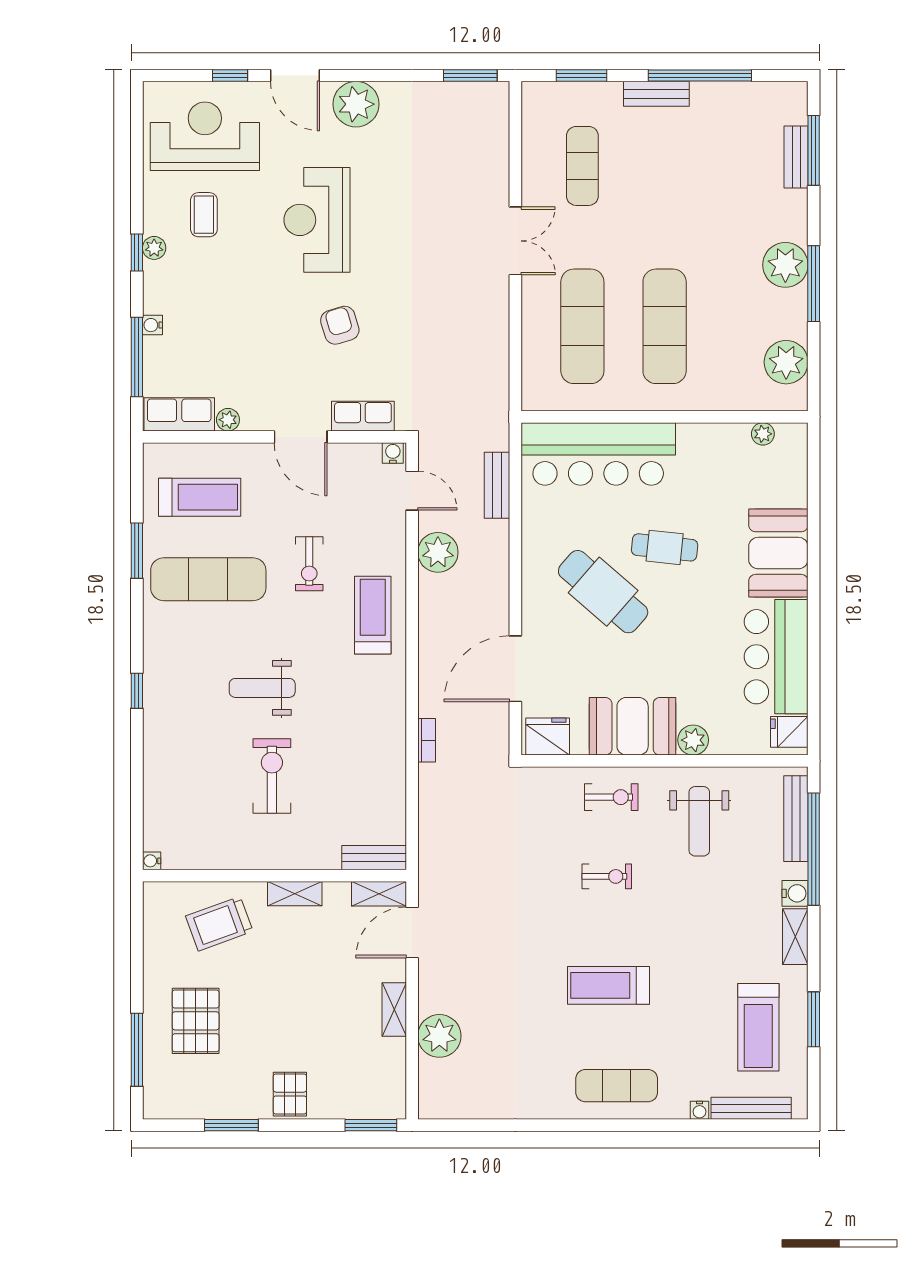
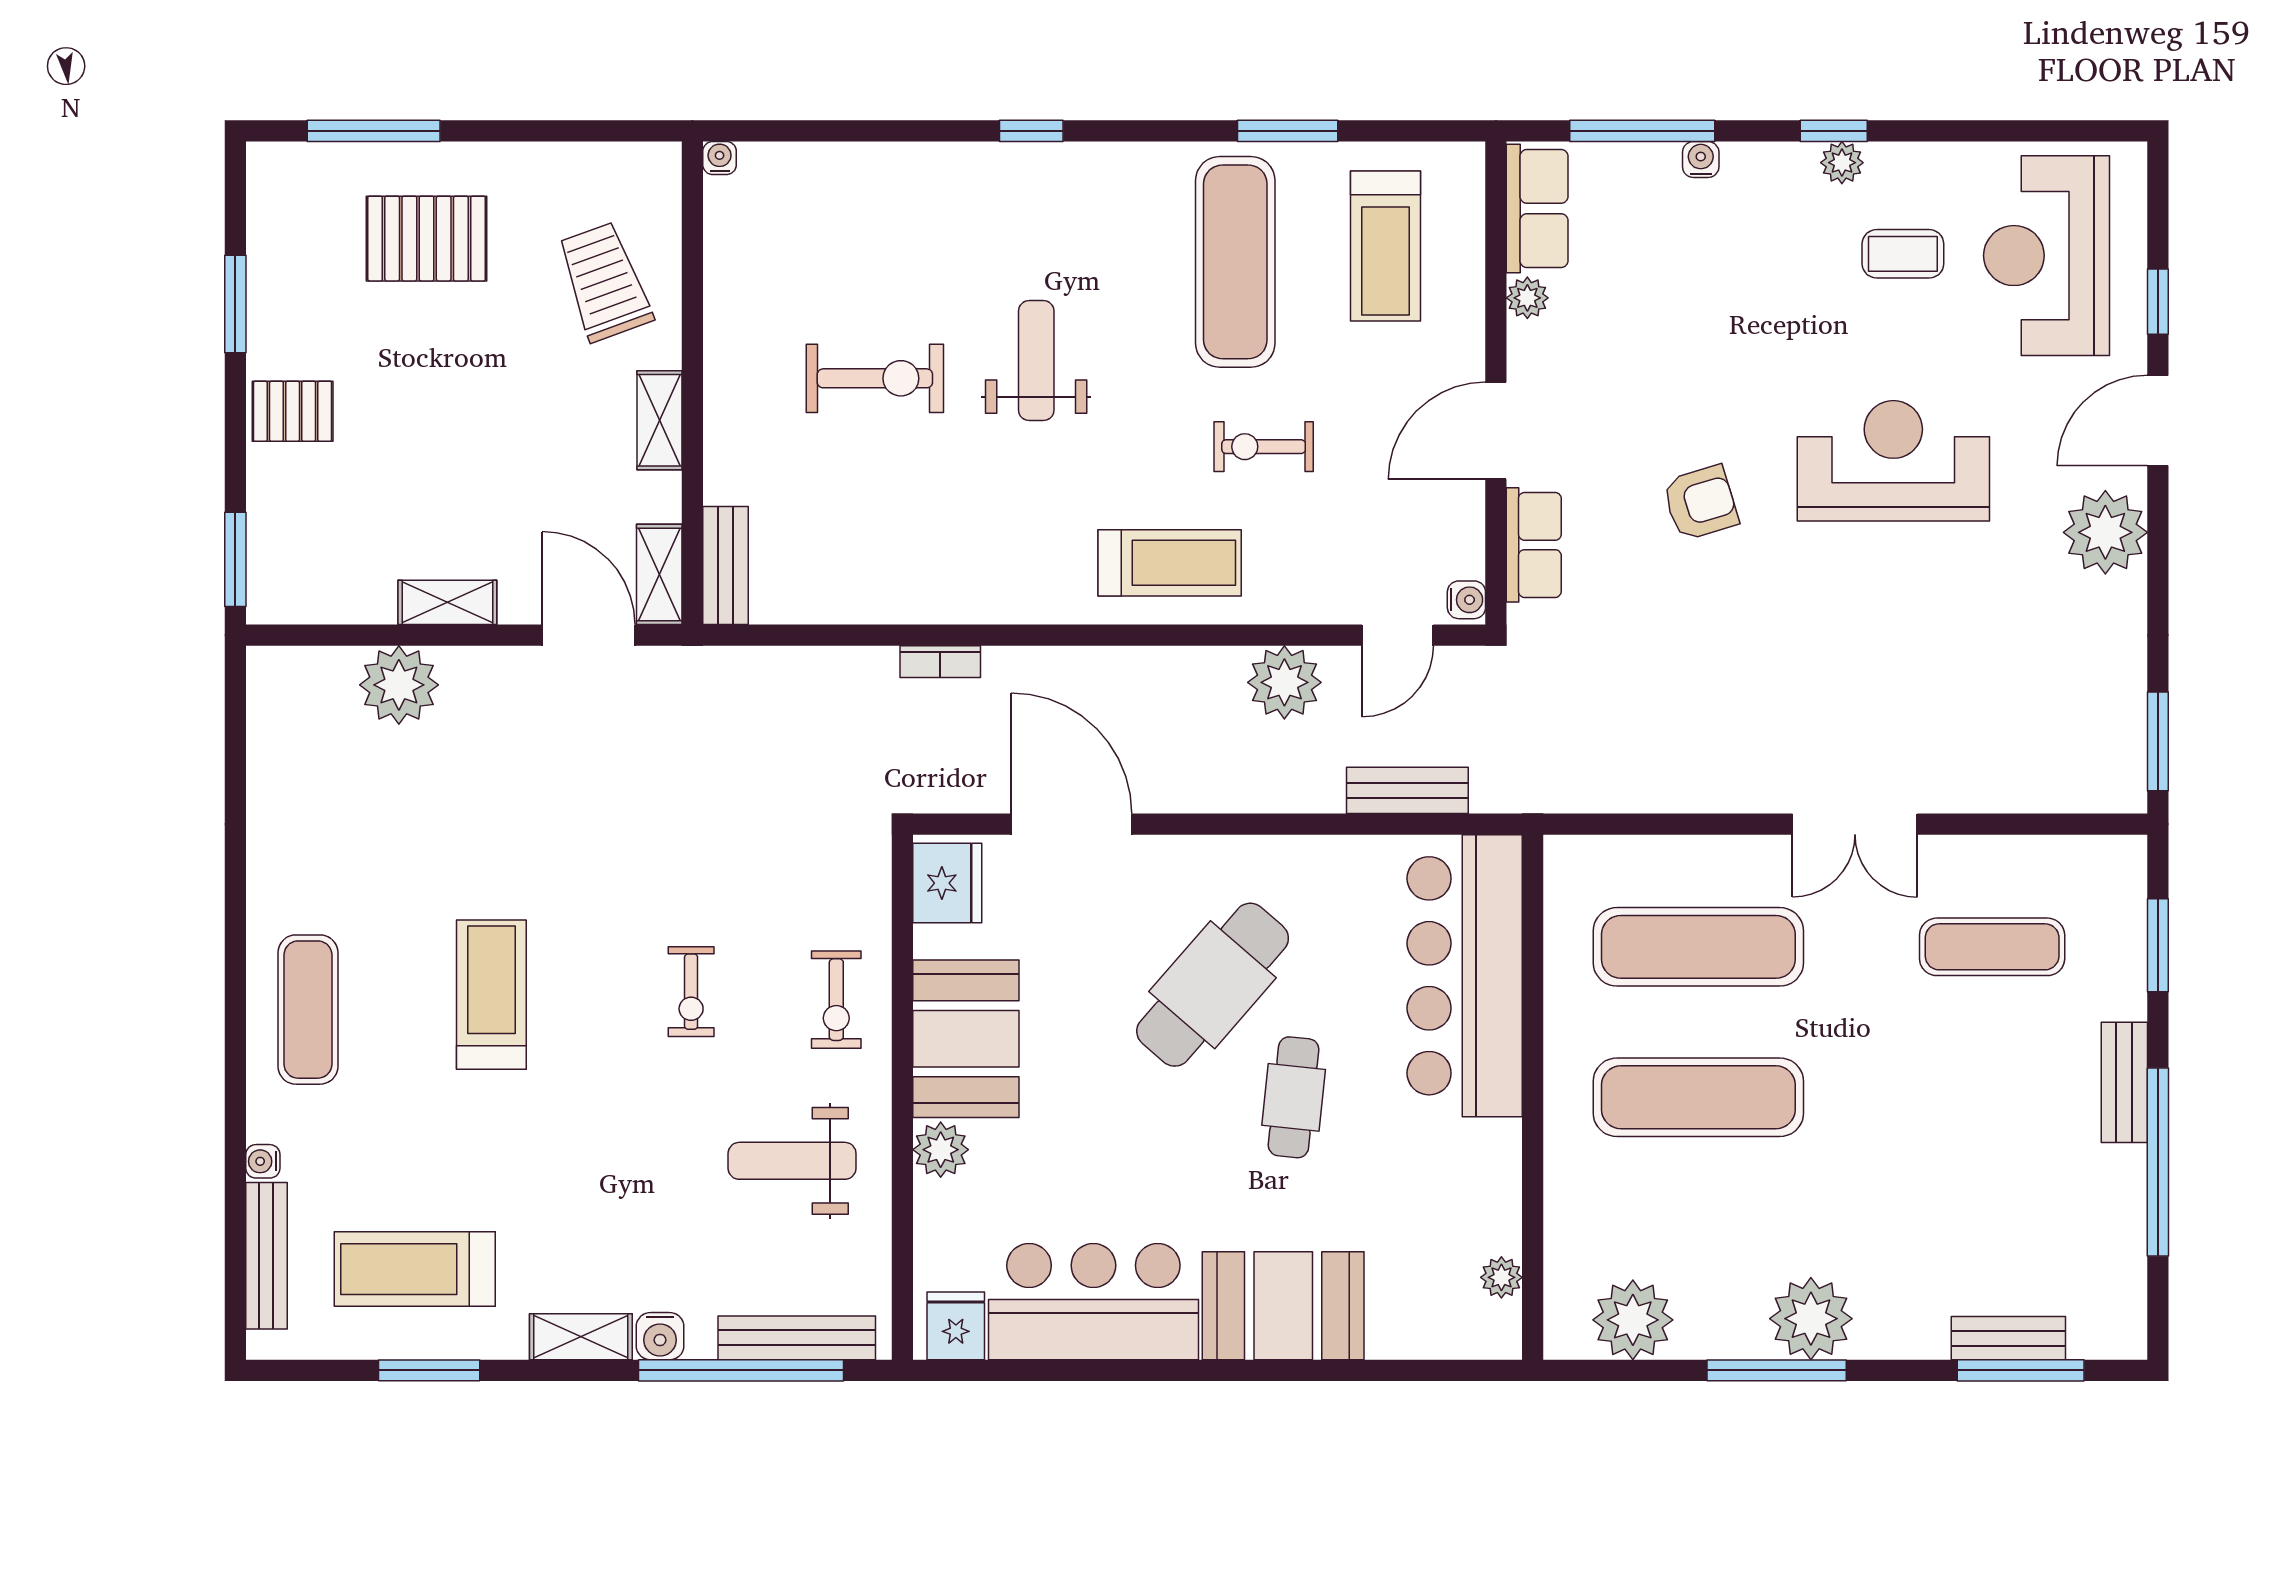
reception desk: (205, 136) -> (2047, 256), turned 180

